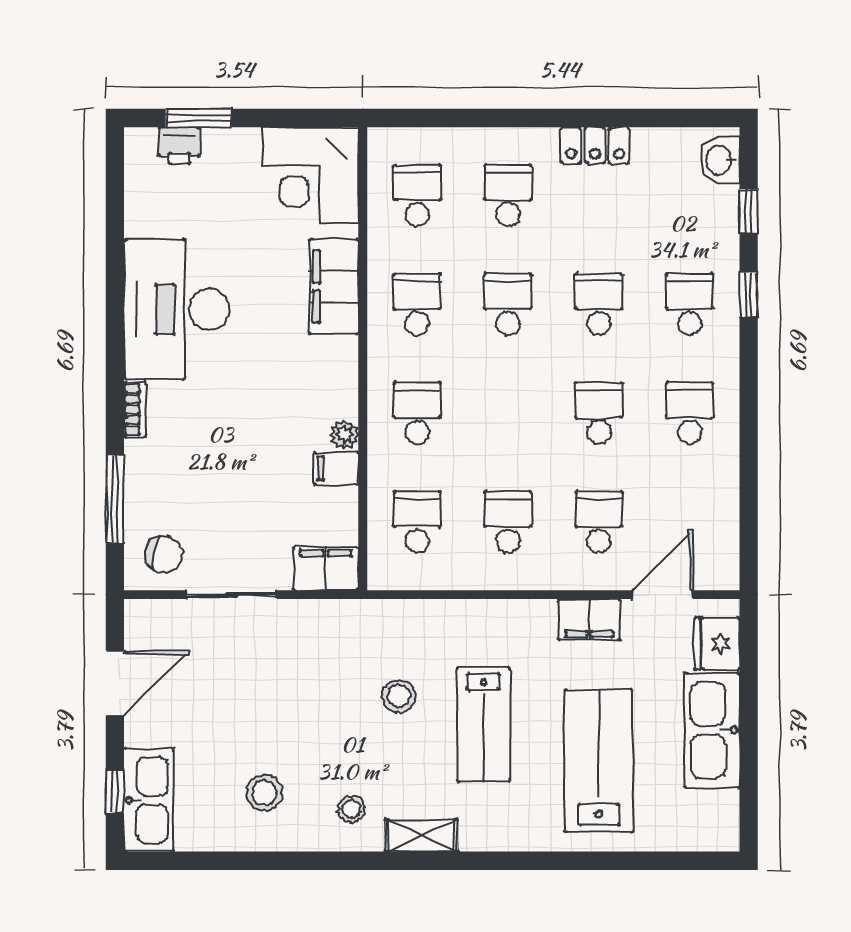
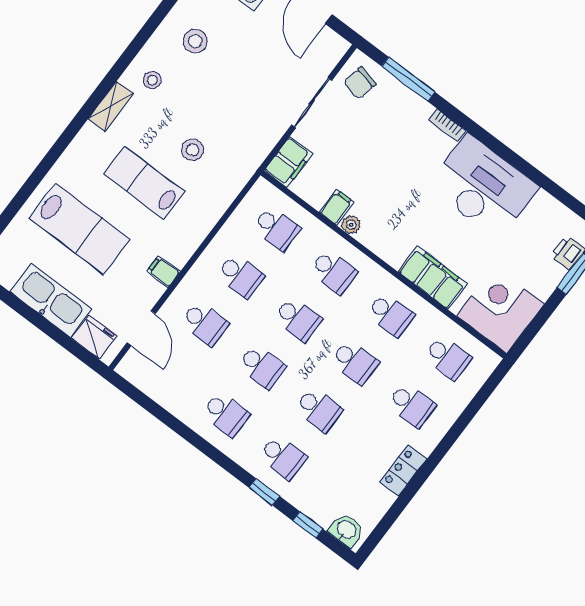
school desk: (508, 413) -> (298, 319), added
filing cabinet: (589, 620) -> (163, 272), width x0.50

